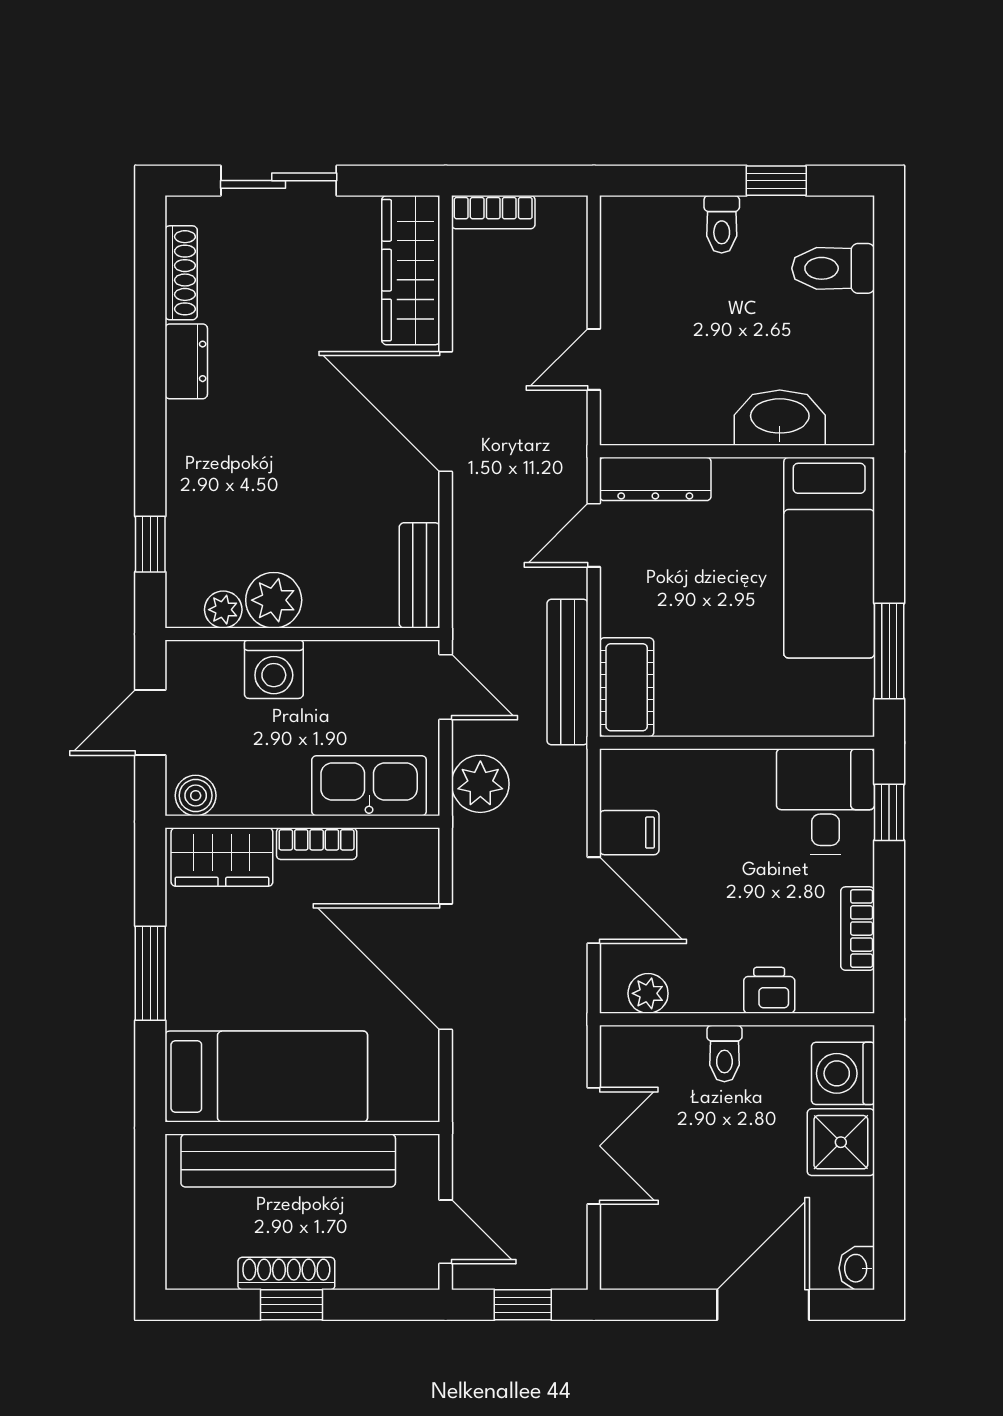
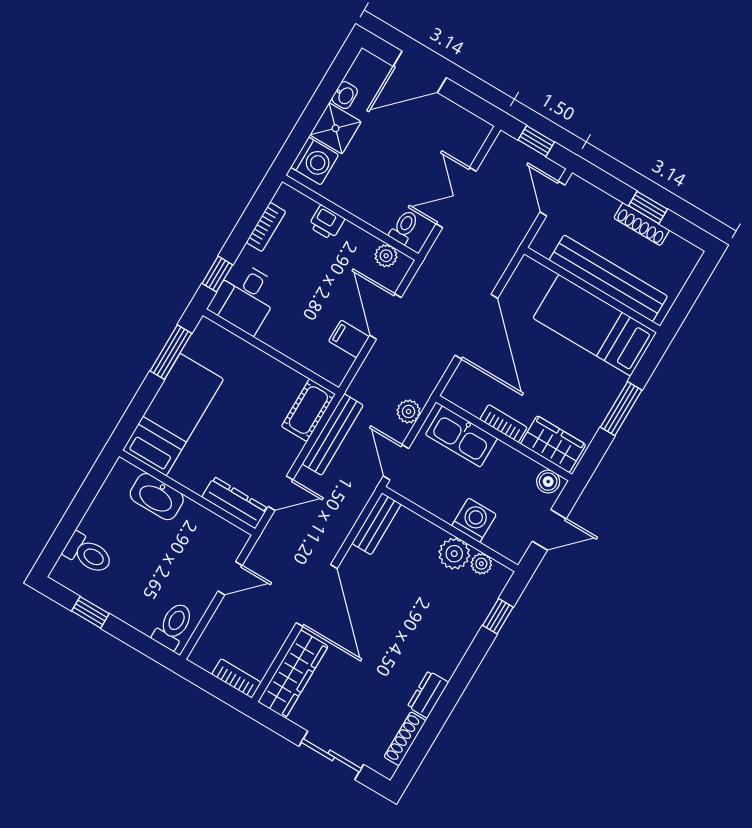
toilet: (722, 224) -> (173, 626), moved, width x1.37, depth x1.39
plant: (480, 784) -> (409, 411), width x0.73, depth x0.73
toilet: (724, 1054) -> (404, 227), moved
washbasin: (857, 1268) -> (345, 95), moved

